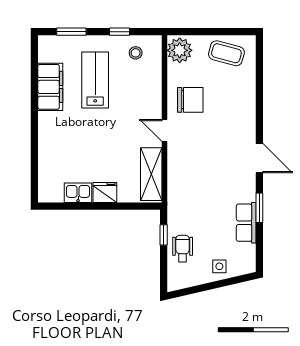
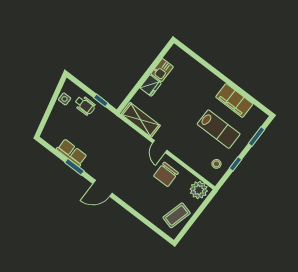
door: (164, 130) -> (160, 146), swing flipped
side table: (219, 266) -> (65, 99), moved

